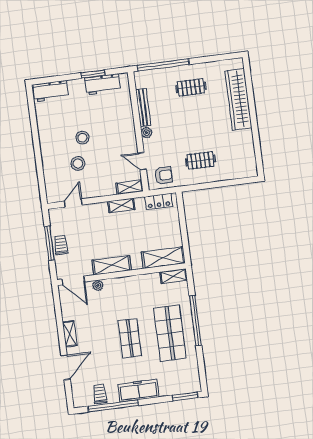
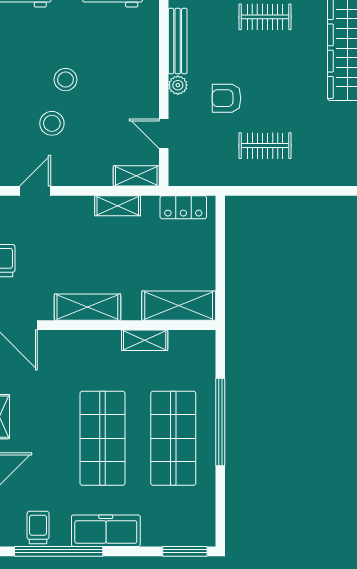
armchair: (163, 175) -> (227, 98), moved, turned 180
shelving: (174, 276) -> (145, 340), moved
plant: (98, 285) -> (59, 339), removed
shop shelf: (130, 338) -> (102, 438), width x1.43, depth x1.36

